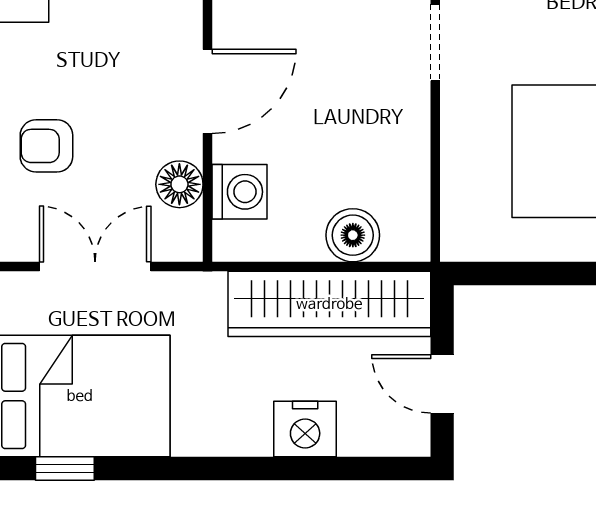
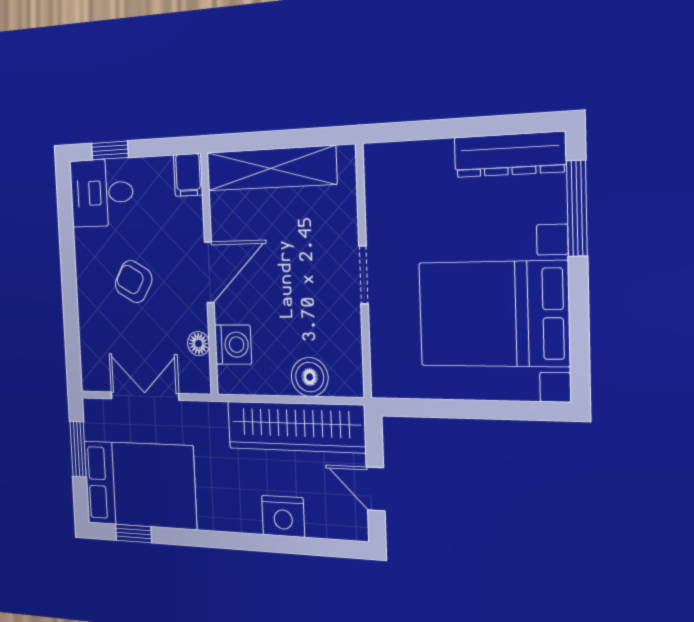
doorway: (435, 43) -> (364, 275), moved
armchair: (46, 146) -> (134, 282), moved, turned 30
floor lamp: (179, 184) -> (199, 344), width x0.73, depth x0.73

